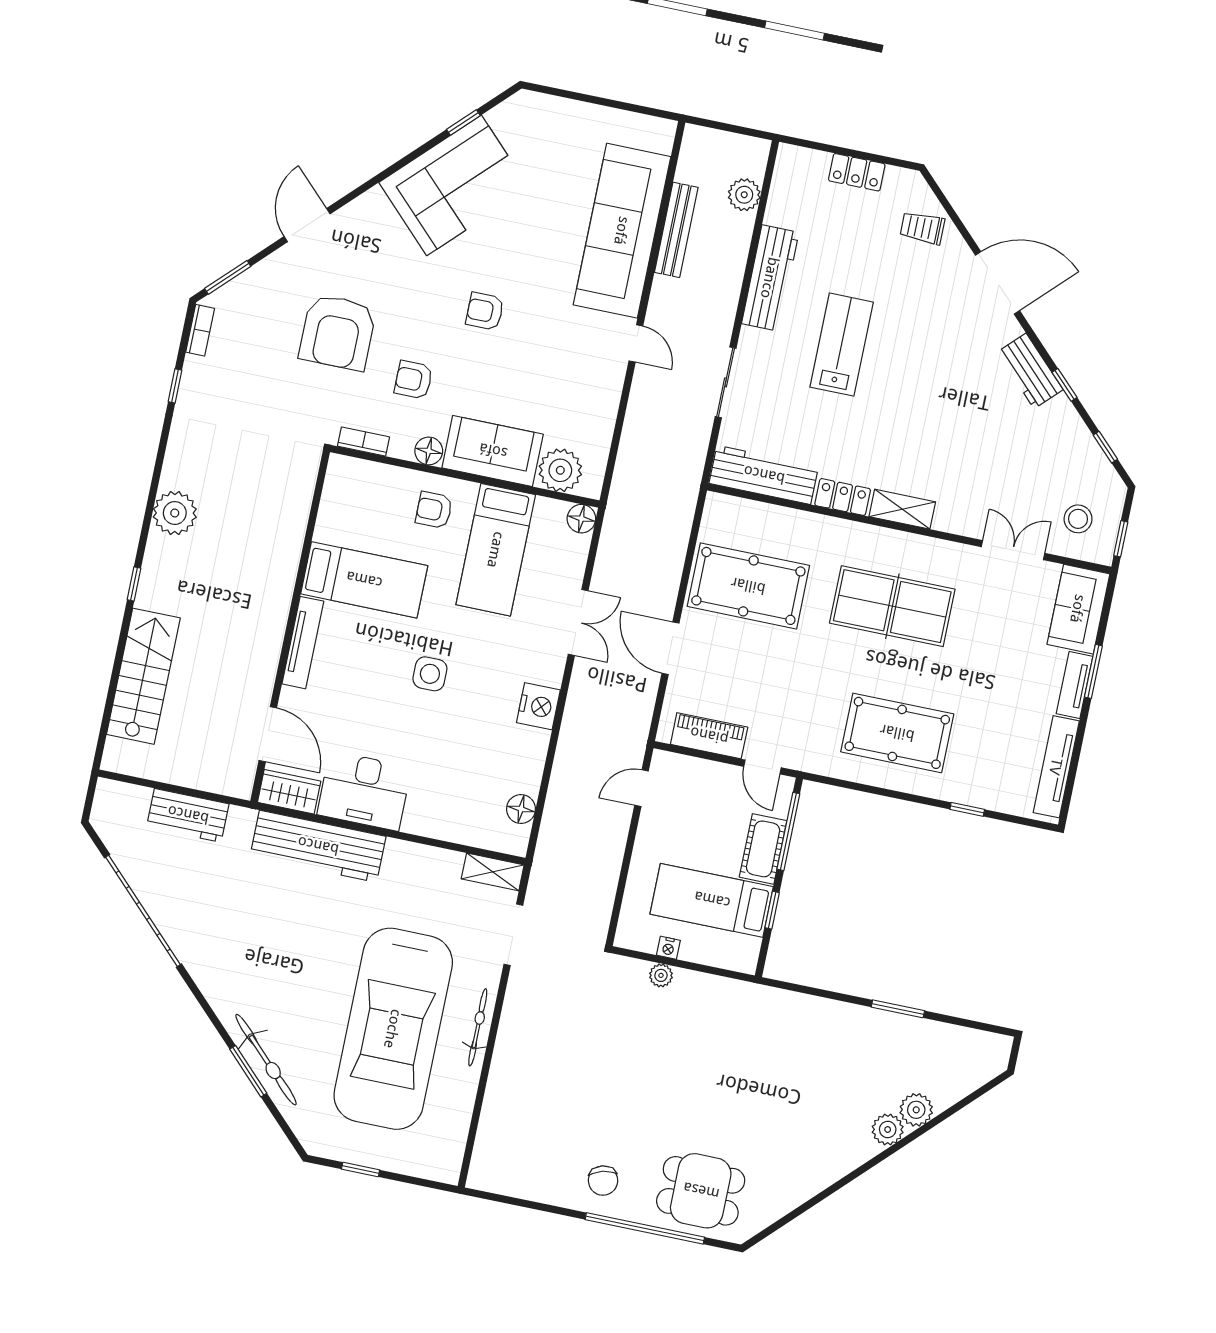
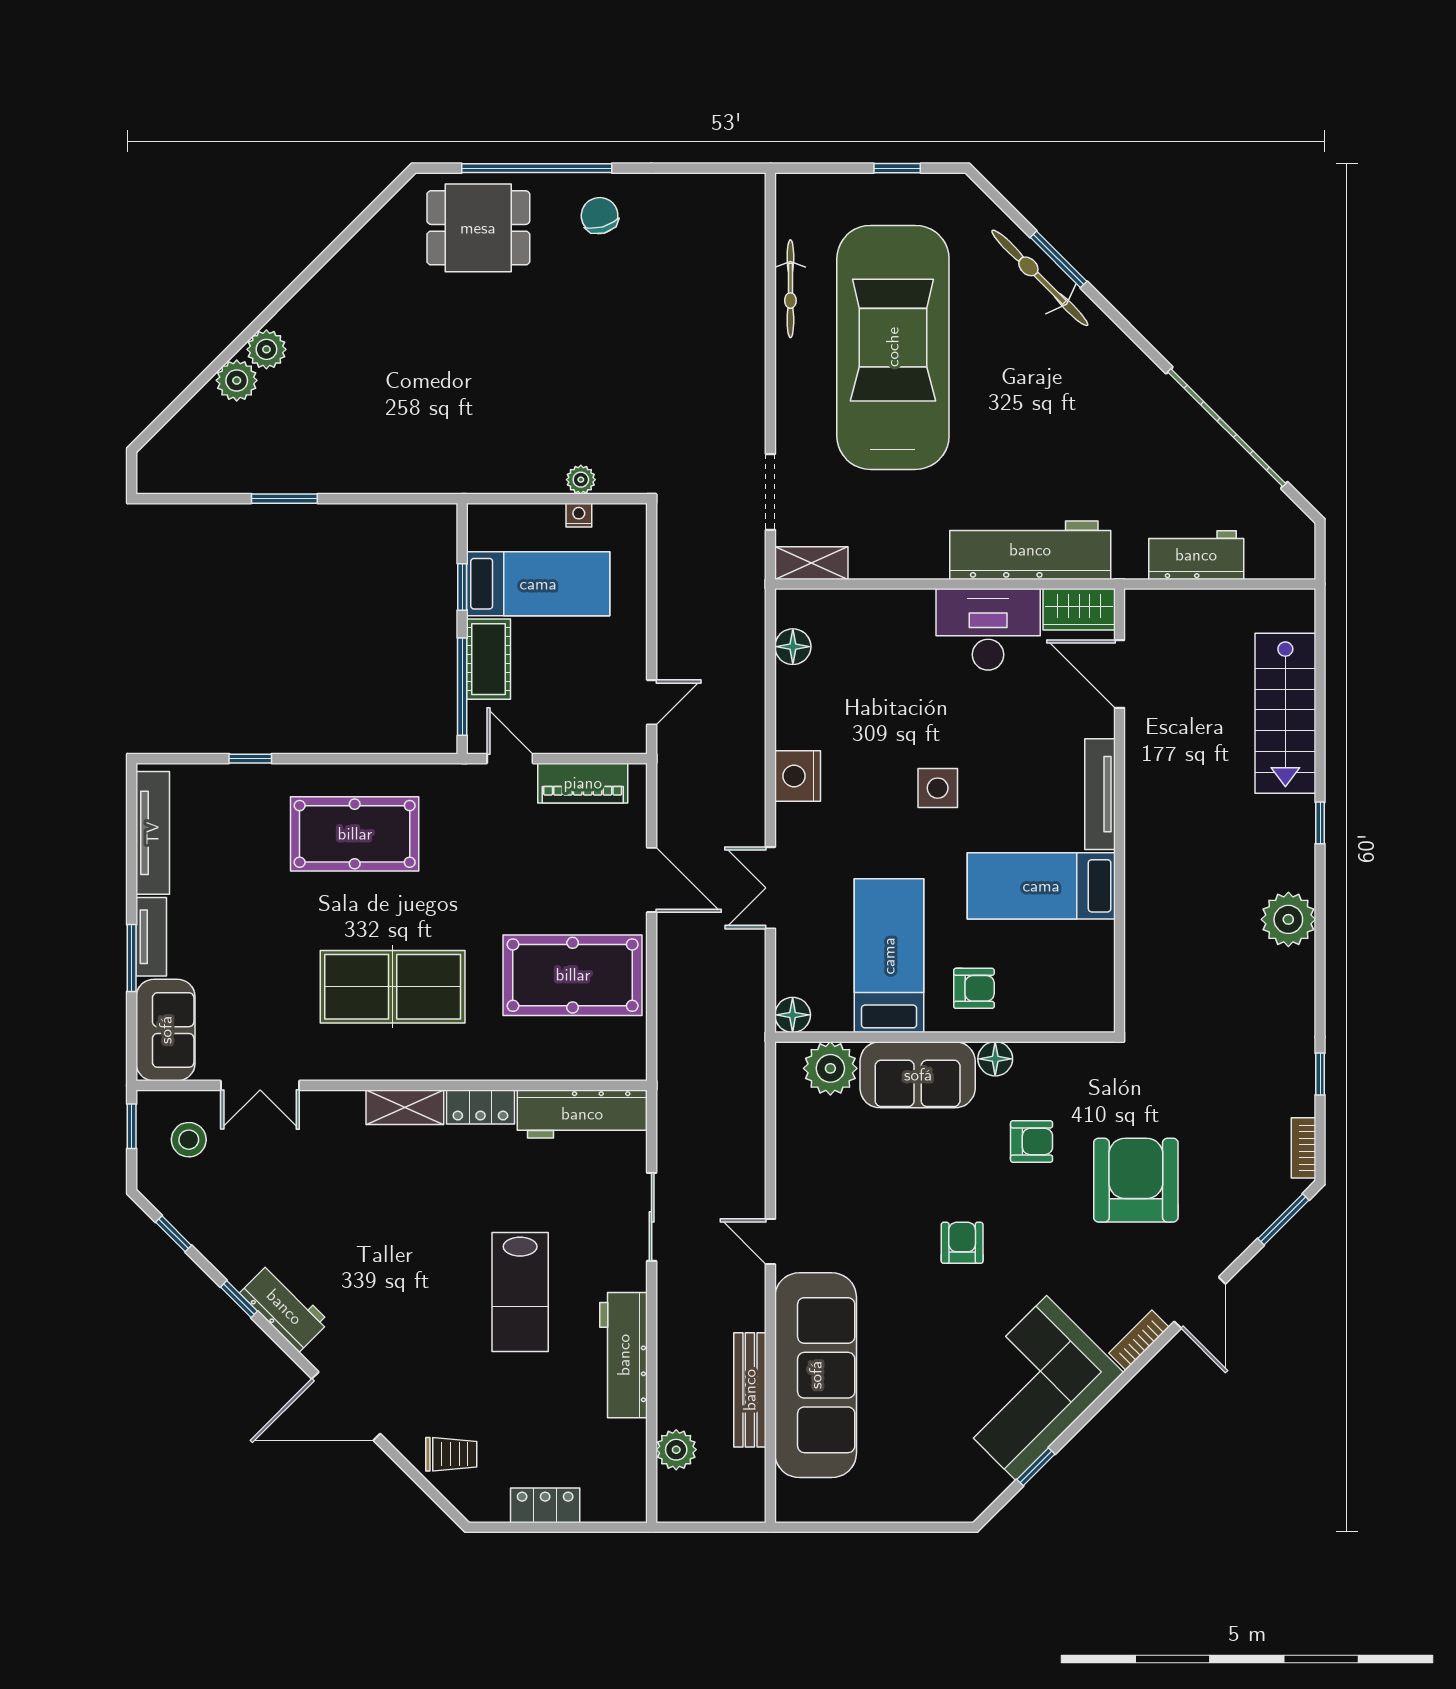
armchair: (485, 311) -> (962, 1243), turned -90
bookcase: (364, 442) -> (1139, 1340), moved, turned 135
bicycle: (478, 1027) -> (790, 289), moved

